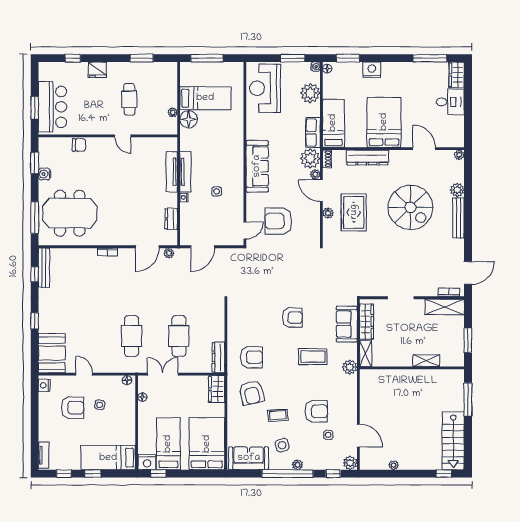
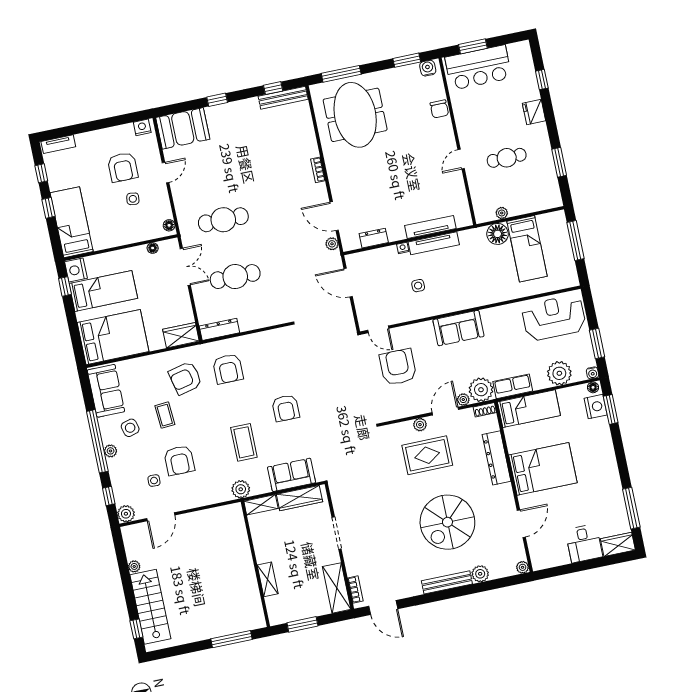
nightstand: (372, 70) -> (596, 407), moved
sofa: (257, 166) -> (458, 328), width x0.73
water cooler: (45, 174) -> (428, 68), moved
stairs: (453, 441) -> (150, 607), moved, turned 90

